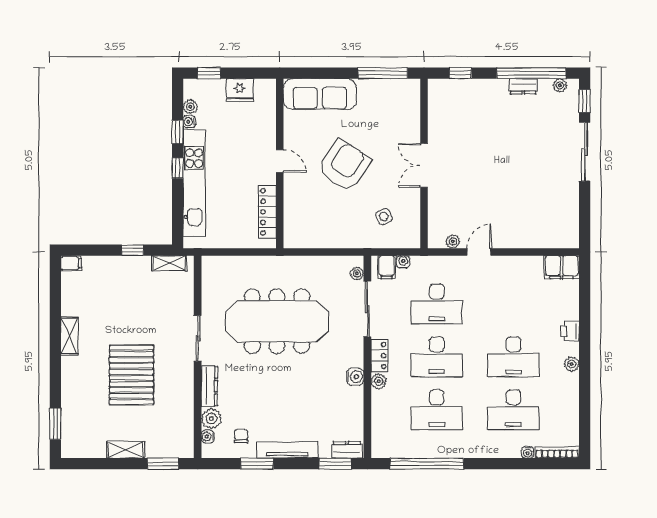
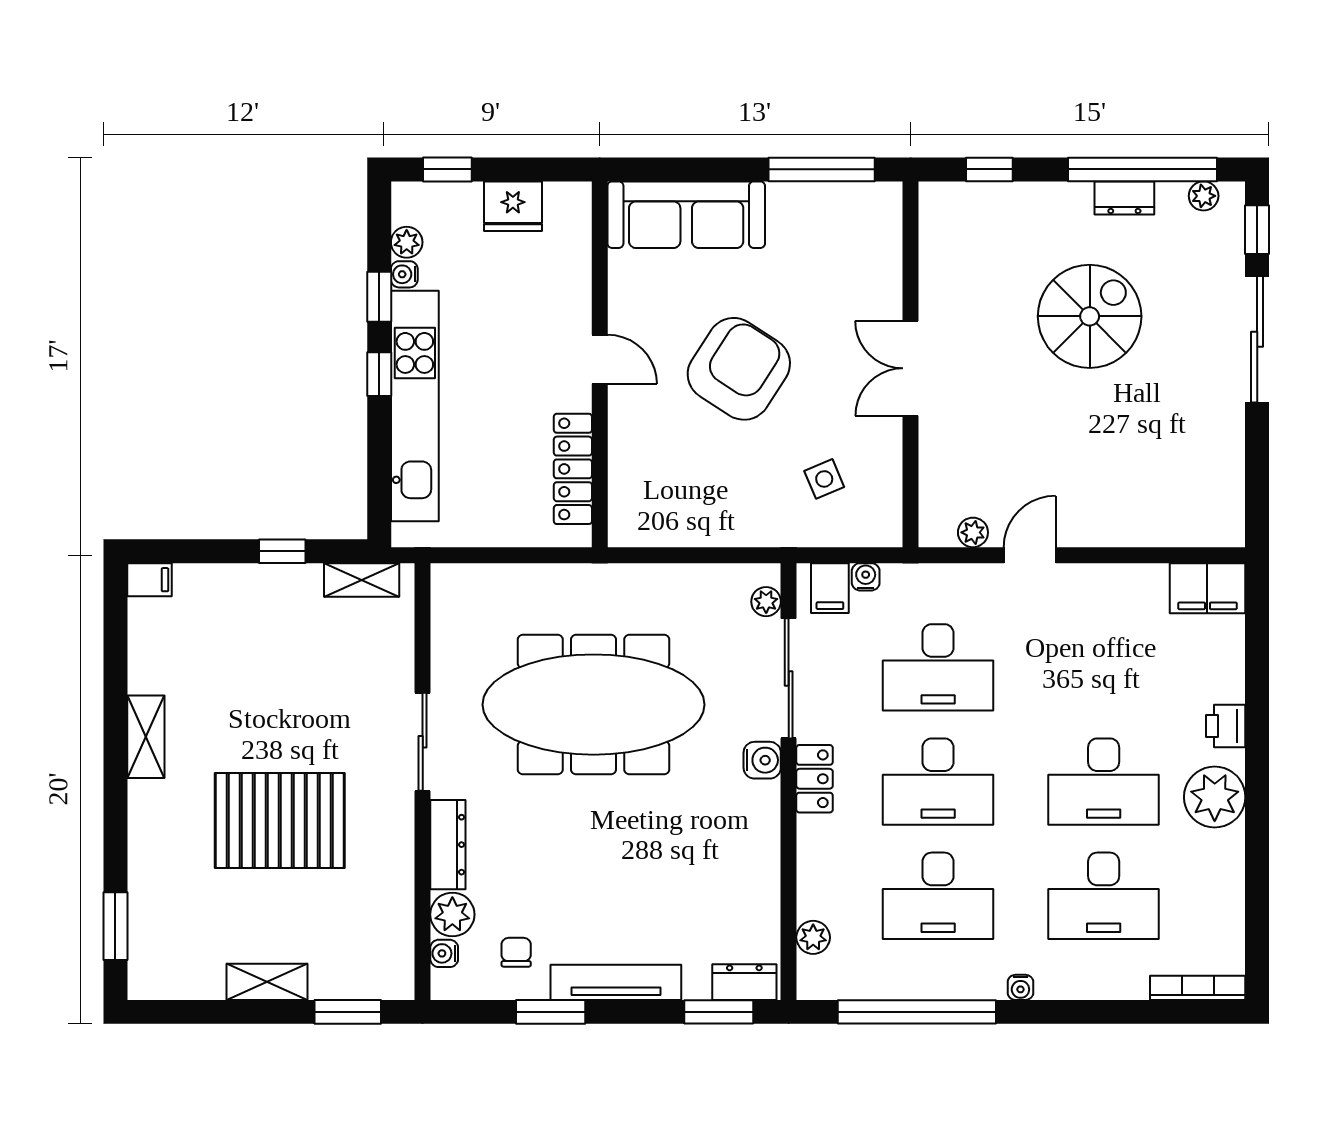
spiral stairs: (507, 141) -> (1090, 316), added
plant: (572, 364) -> (1215, 797), width x1.87, depth x1.87
pallet: (131, 375) -> (280, 821), turned 90
water cooler: (355, 377) -> (762, 760), moved
plant: (379, 381) -> (813, 937), moved
water cooler: (528, 452) -> (1020, 987), moved

